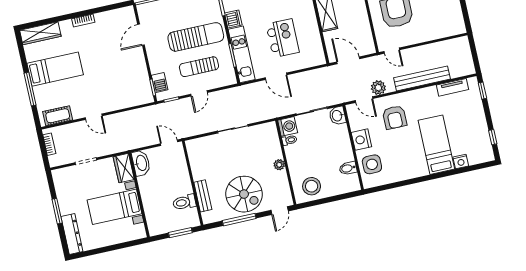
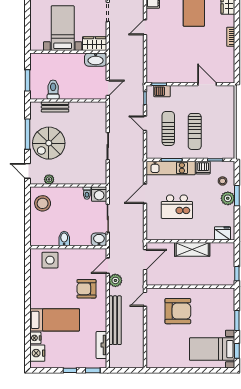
sun lounger: (196, 37) -> (195, 131), width x0.73, depth x0.75
window: (493, 137) -> (70, 370), moved
nightstand: (361, 140) -> (37, 353), moved, turned -90
plant: (279, 165) -> (49, 179), moved
bidet: (348, 168) -> (64, 239), moved

